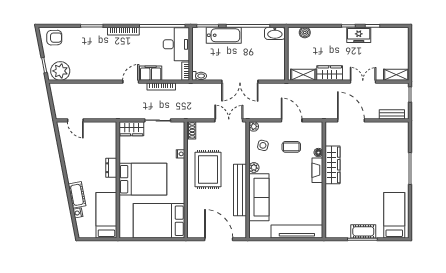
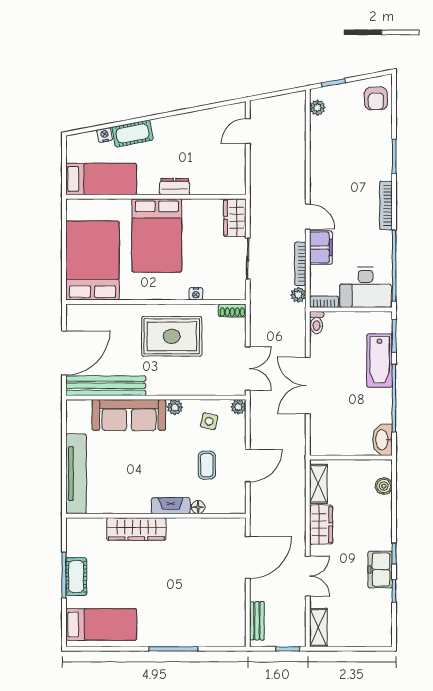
plant: (60, 71) -> (317, 108), width x0.53, depth x0.53
plant: (181, 88) -> (298, 295), added
wardrobe: (333, 165) -> (136, 529), moved
bench: (240, 190) -> (106, 386), moved

